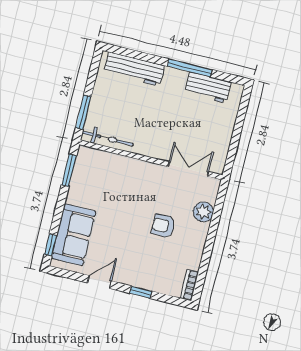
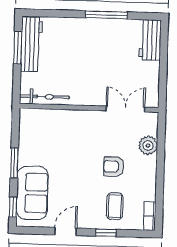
workbench: (134, 69) -> (31, 44), moved, turned -90
workbench: (208, 88) -> (150, 40), moved, turned 90
window: (83, 112) -> (18, 48), moved
window: (69, 170) -> (14, 163), moved
coffee table: (155, 267) -> (115, 206), added

